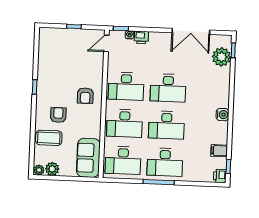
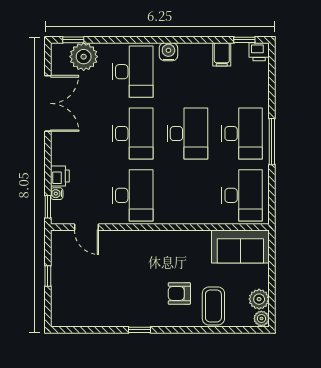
door: (106, 43) -> (86, 227), moved
armchair: (85, 96) -> (149, 255), removed
desk: (125, 123) -> (133, 72), moved

